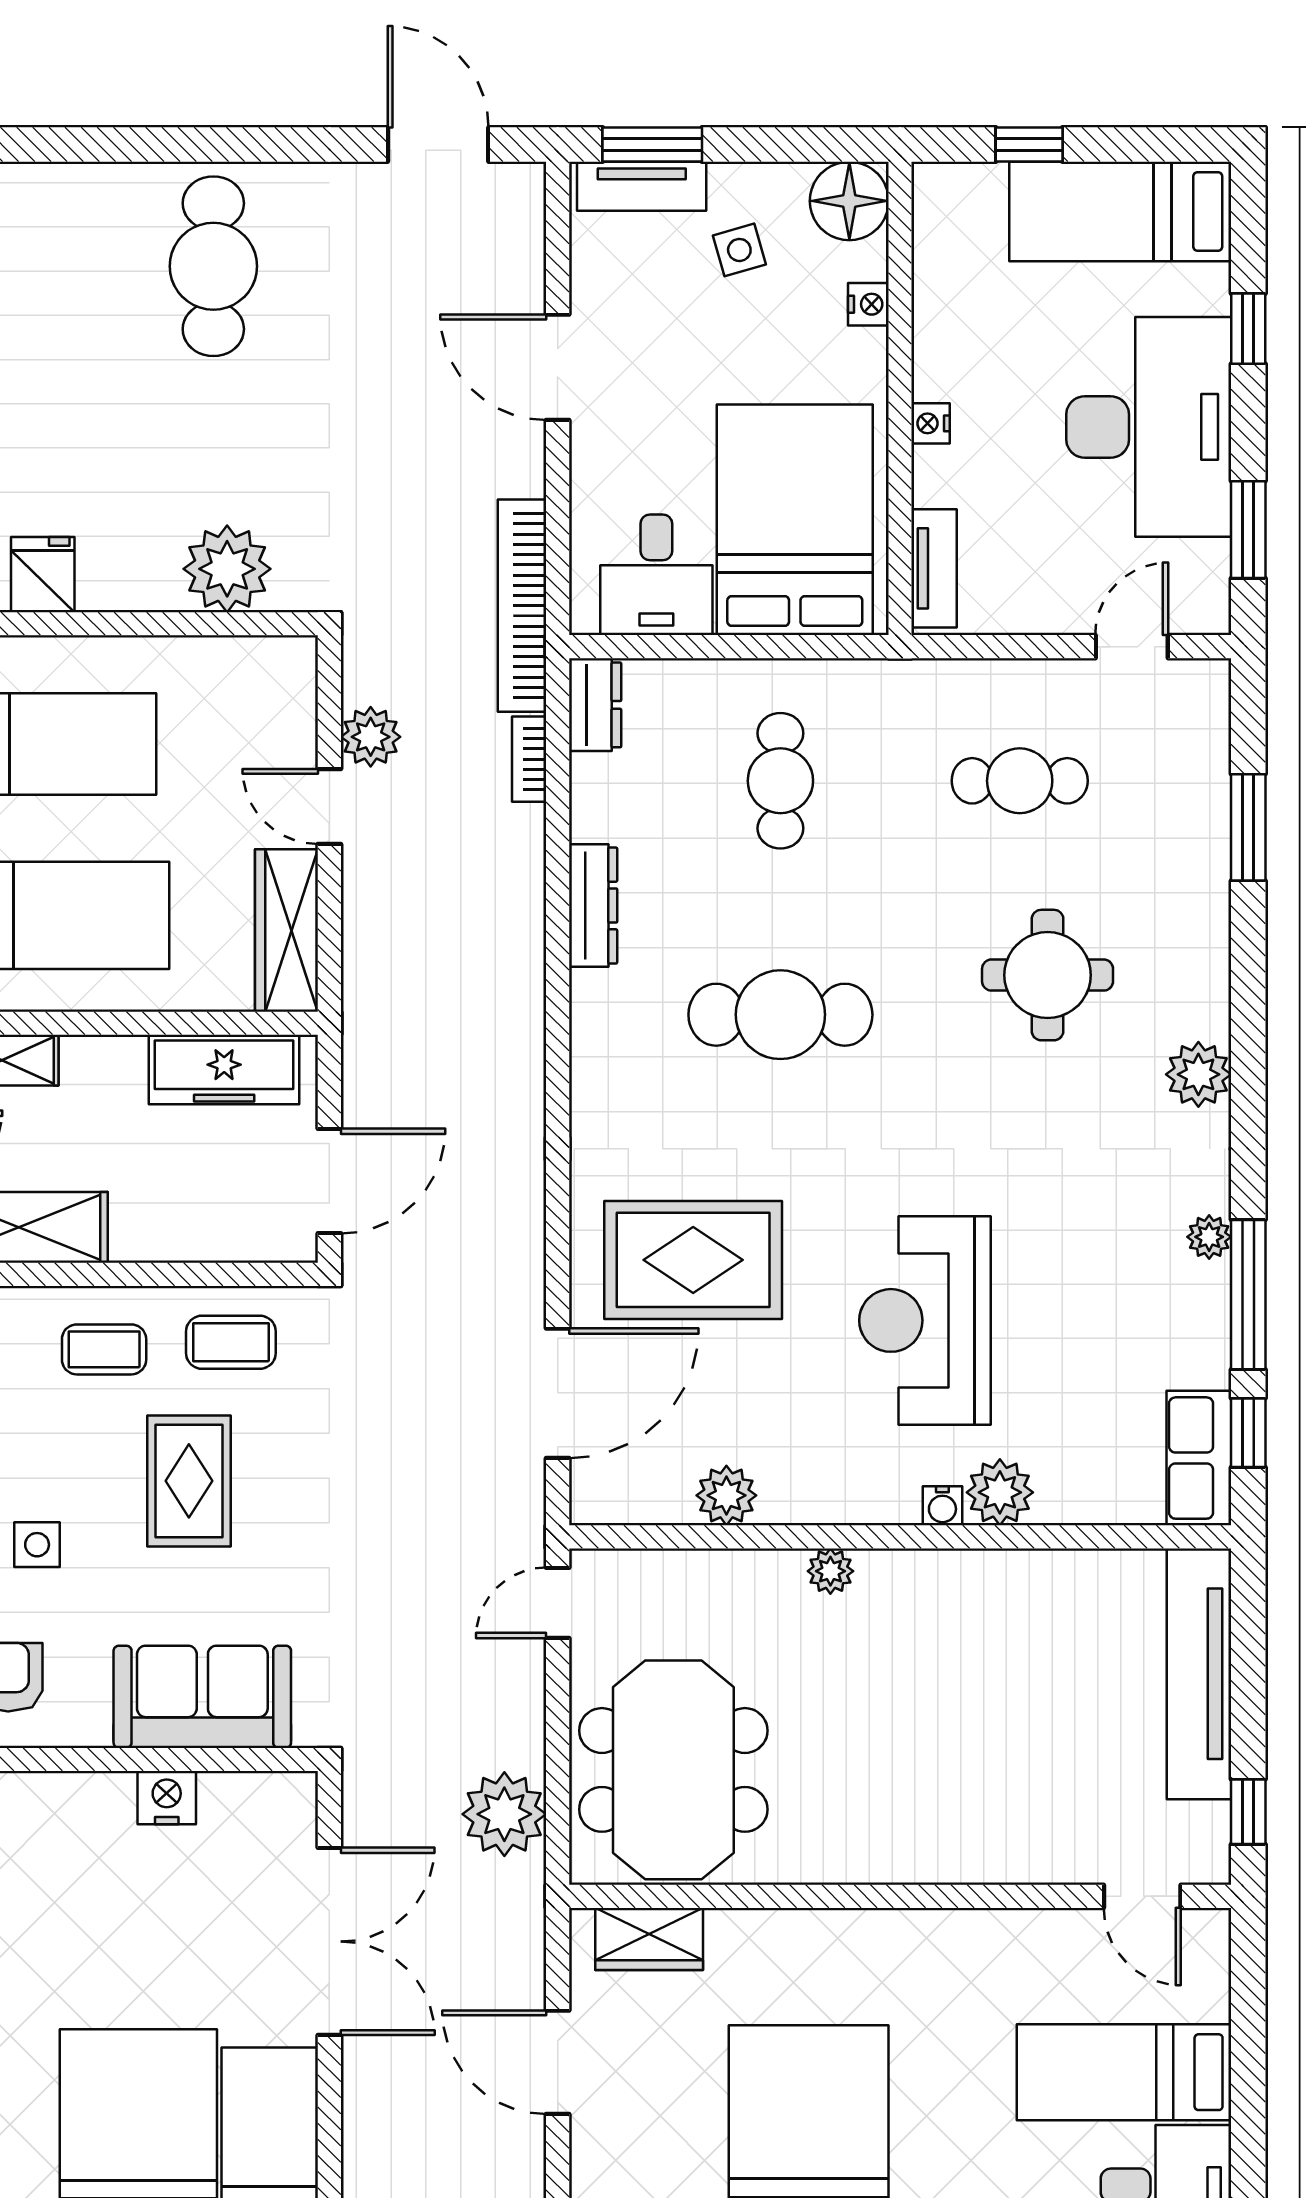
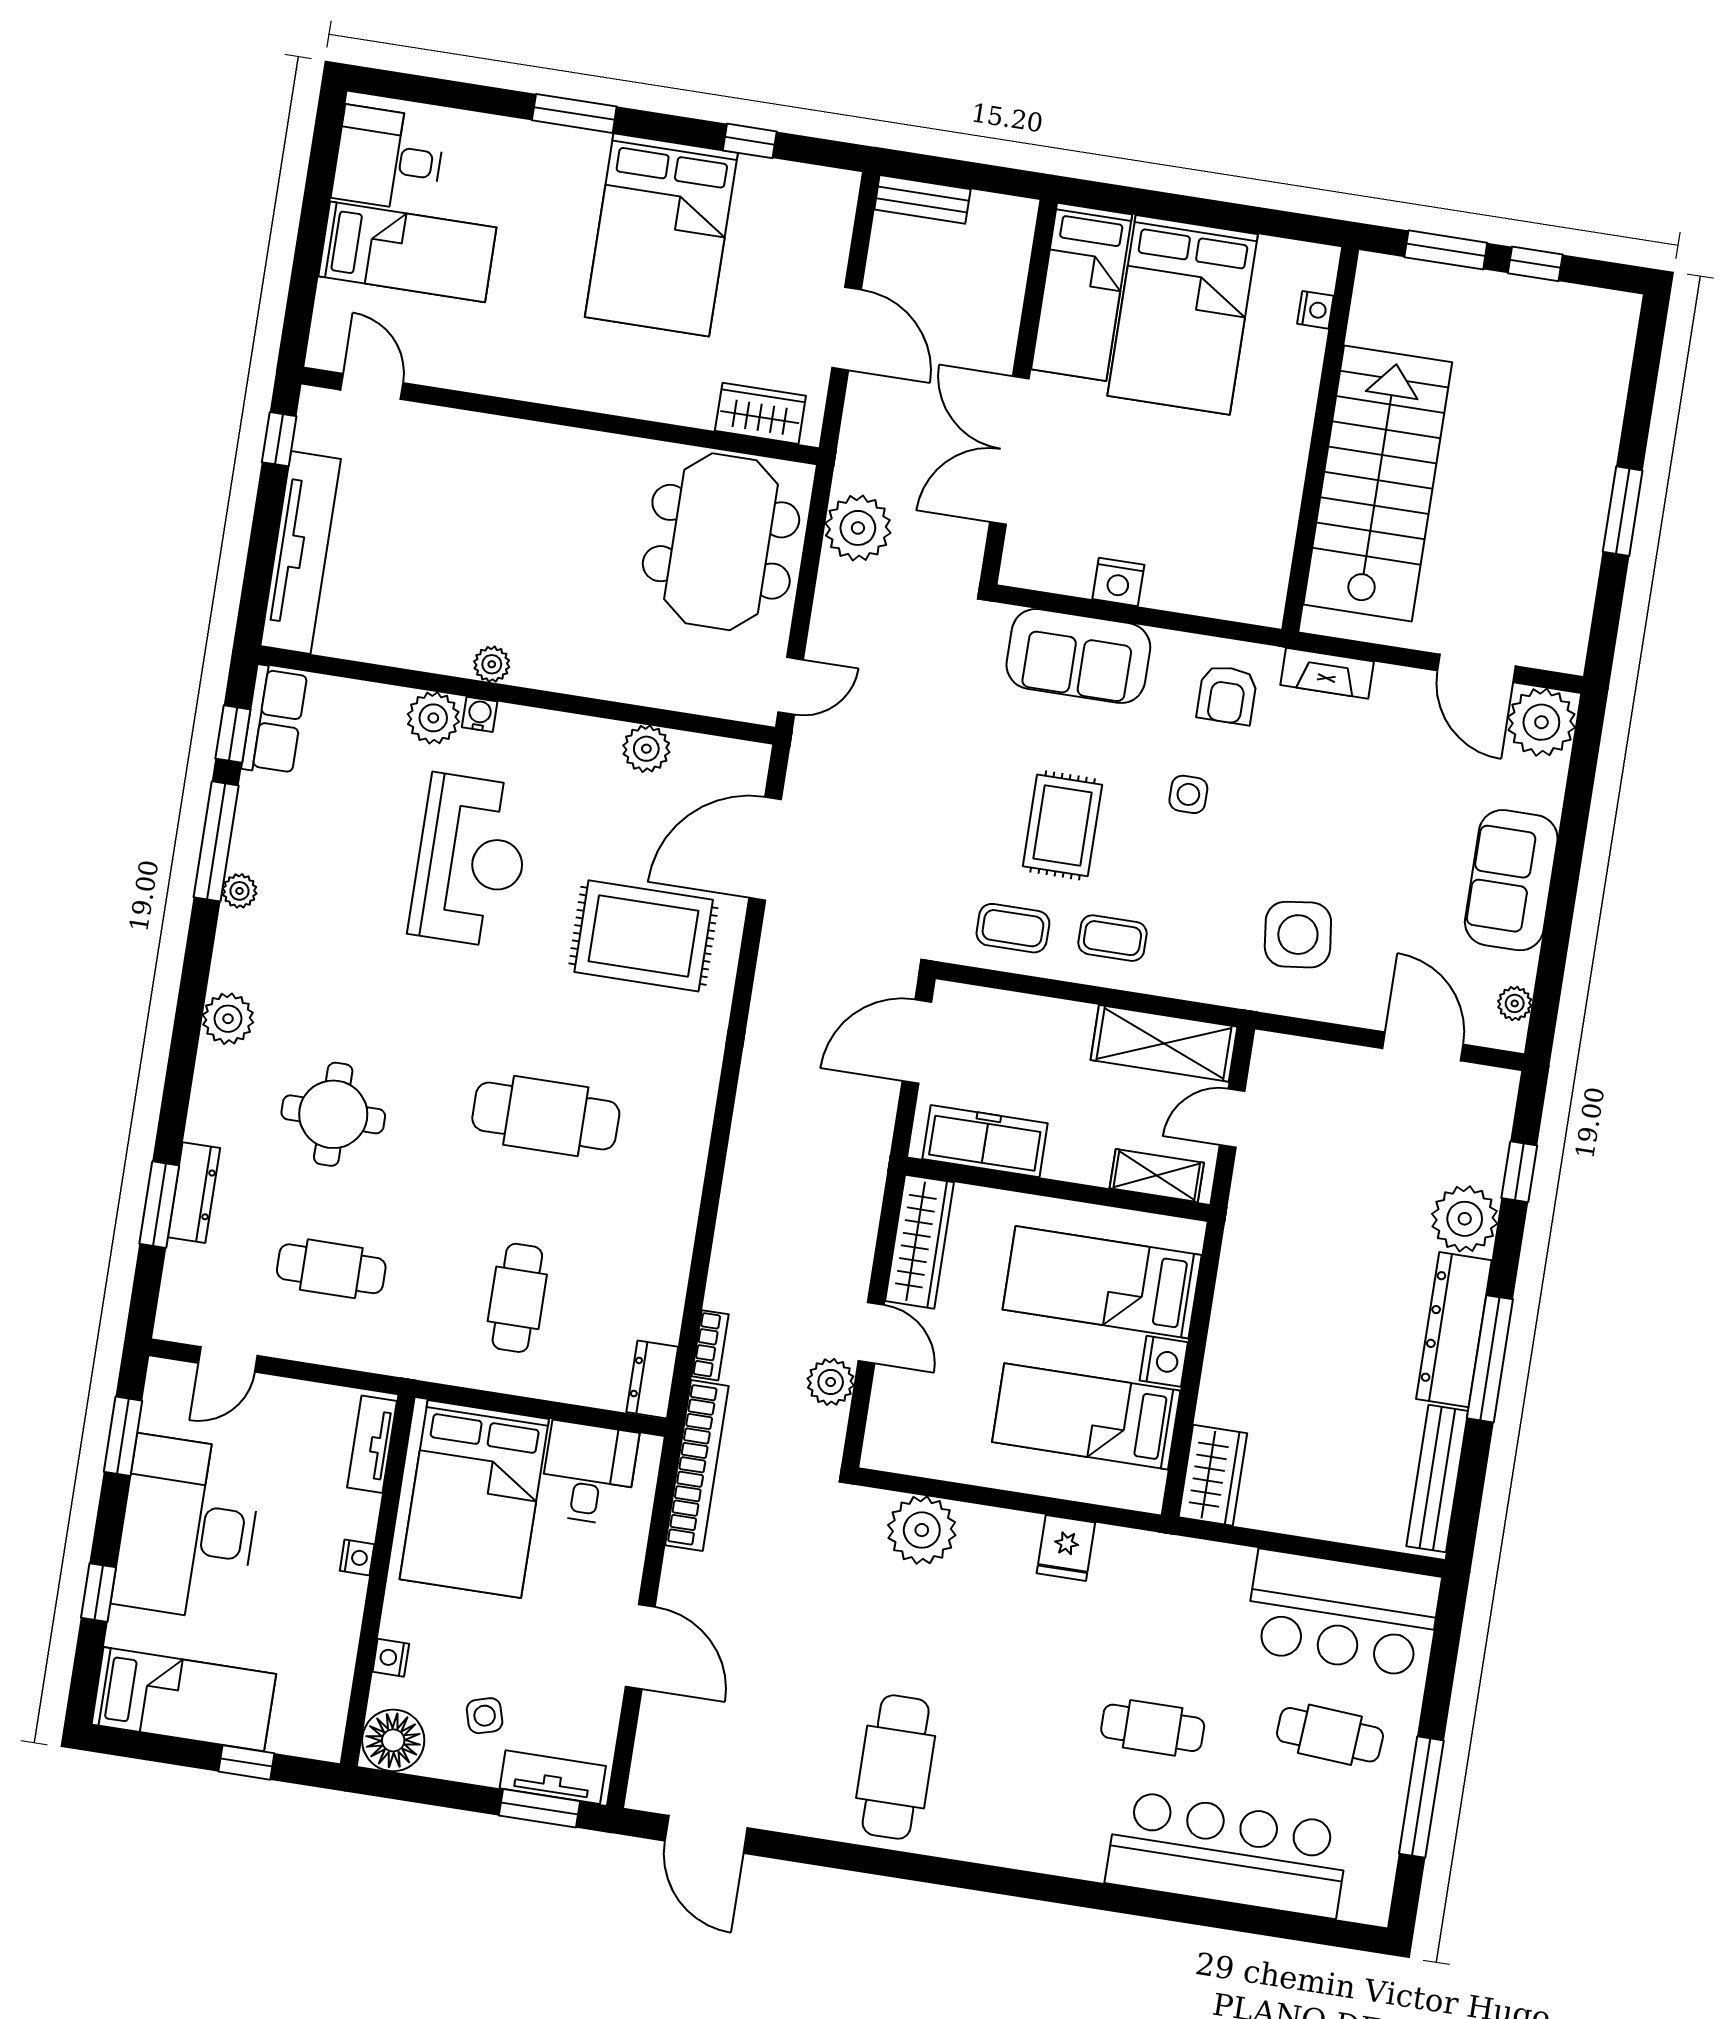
dresser: (593, 906) -> (194, 1193), moved, turned 180
plant: (830, 1571) -> (492, 664), moved

